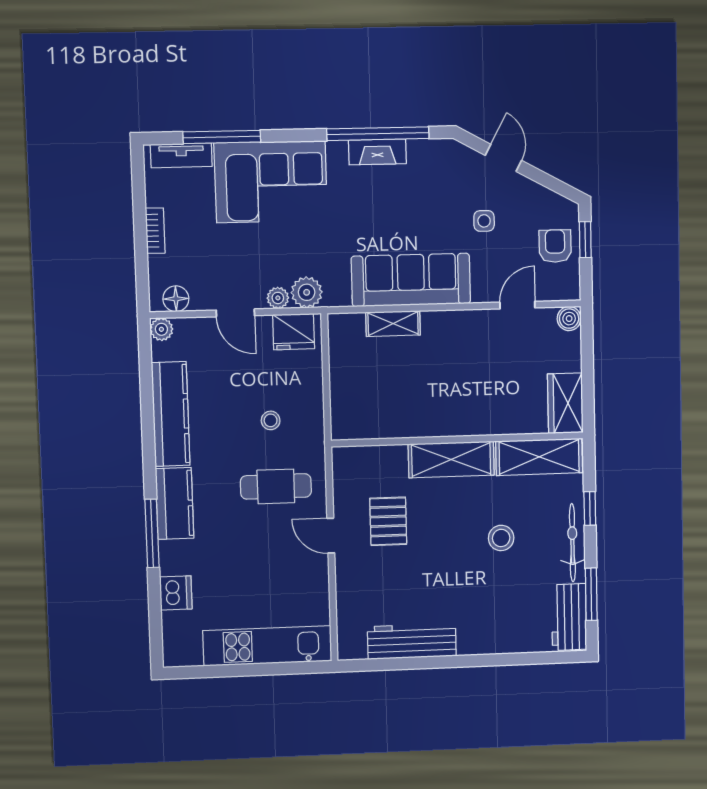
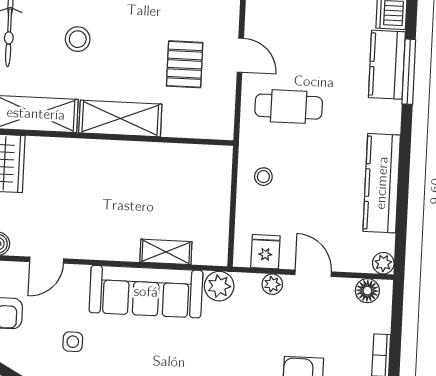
plant: (307, 292) -> (219, 286), moved
fridge: (294, 332) -> (265, 252), width x0.72
stool: (271, 420) -> (263, 177), moved
kitchen counter: (175, 503) -> (387, 65), moved

